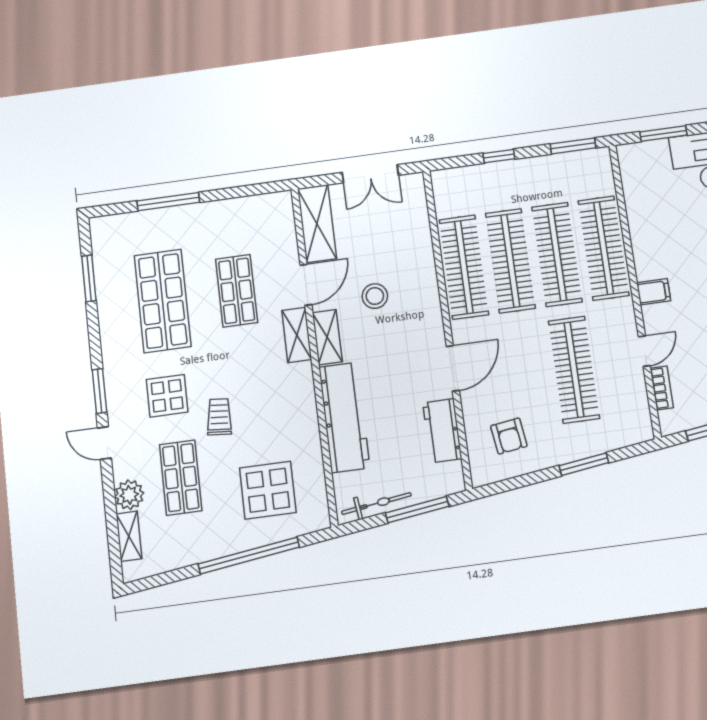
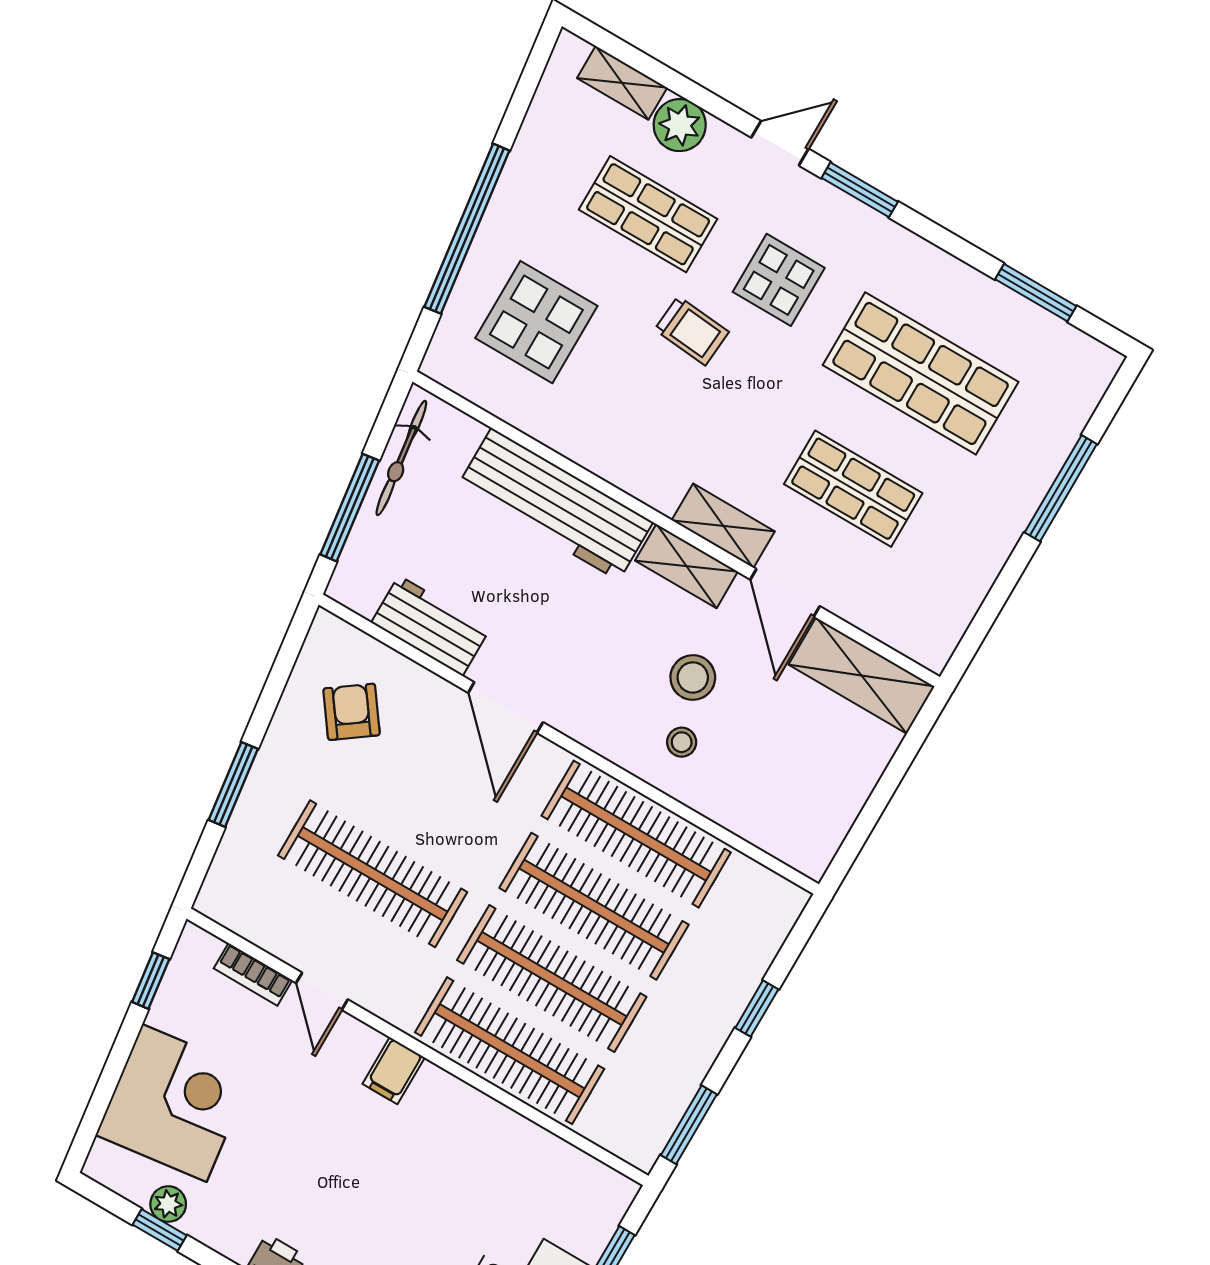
double door: (370, 174) -> (875, 806), removed
stool: (407, 279) -> (682, 742), added
armchair: (509, 436) -> (352, 712), turned 62

